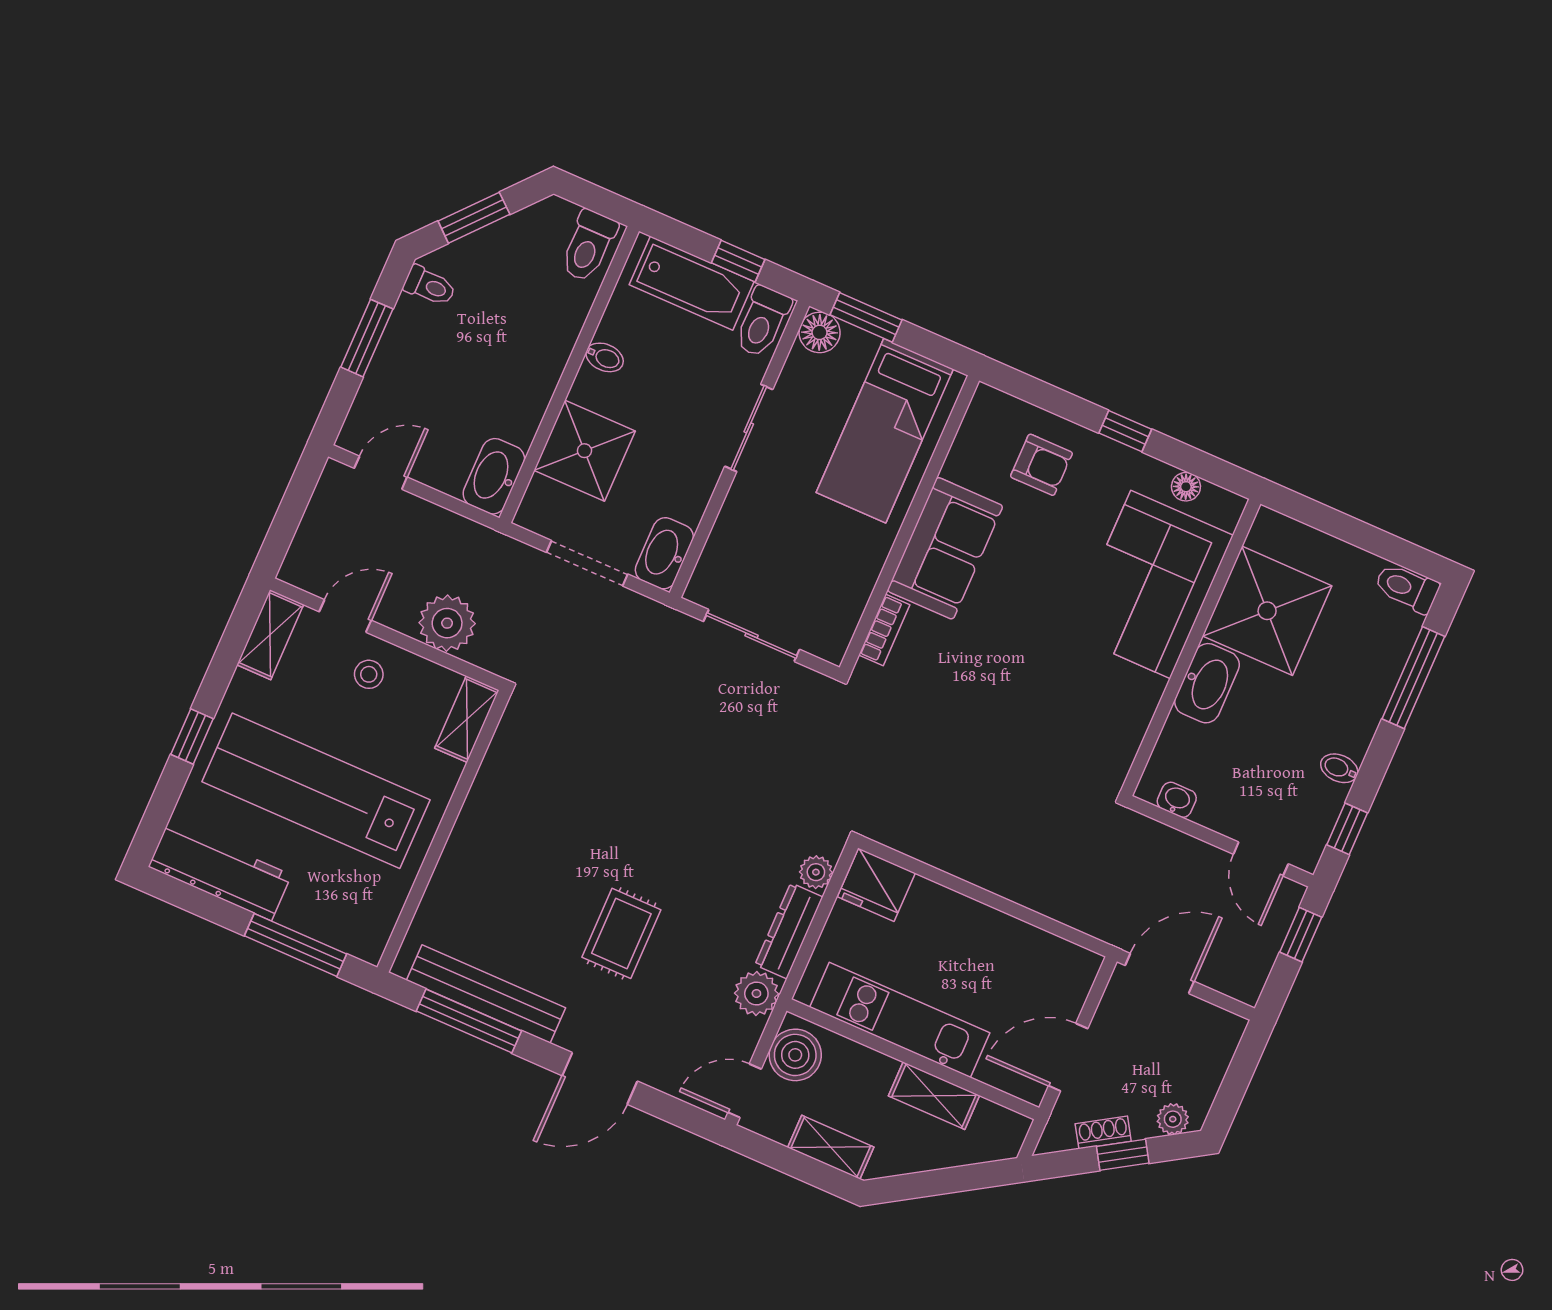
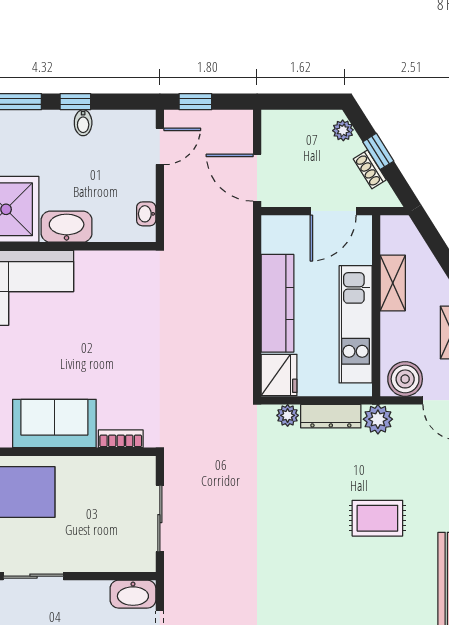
window: (1347, 829) -> (75, 102), moved
kitchen counter: (975, 926) -> (278, 303), added
door: (1068, 1057) -> (333, 211), hinge flipped

